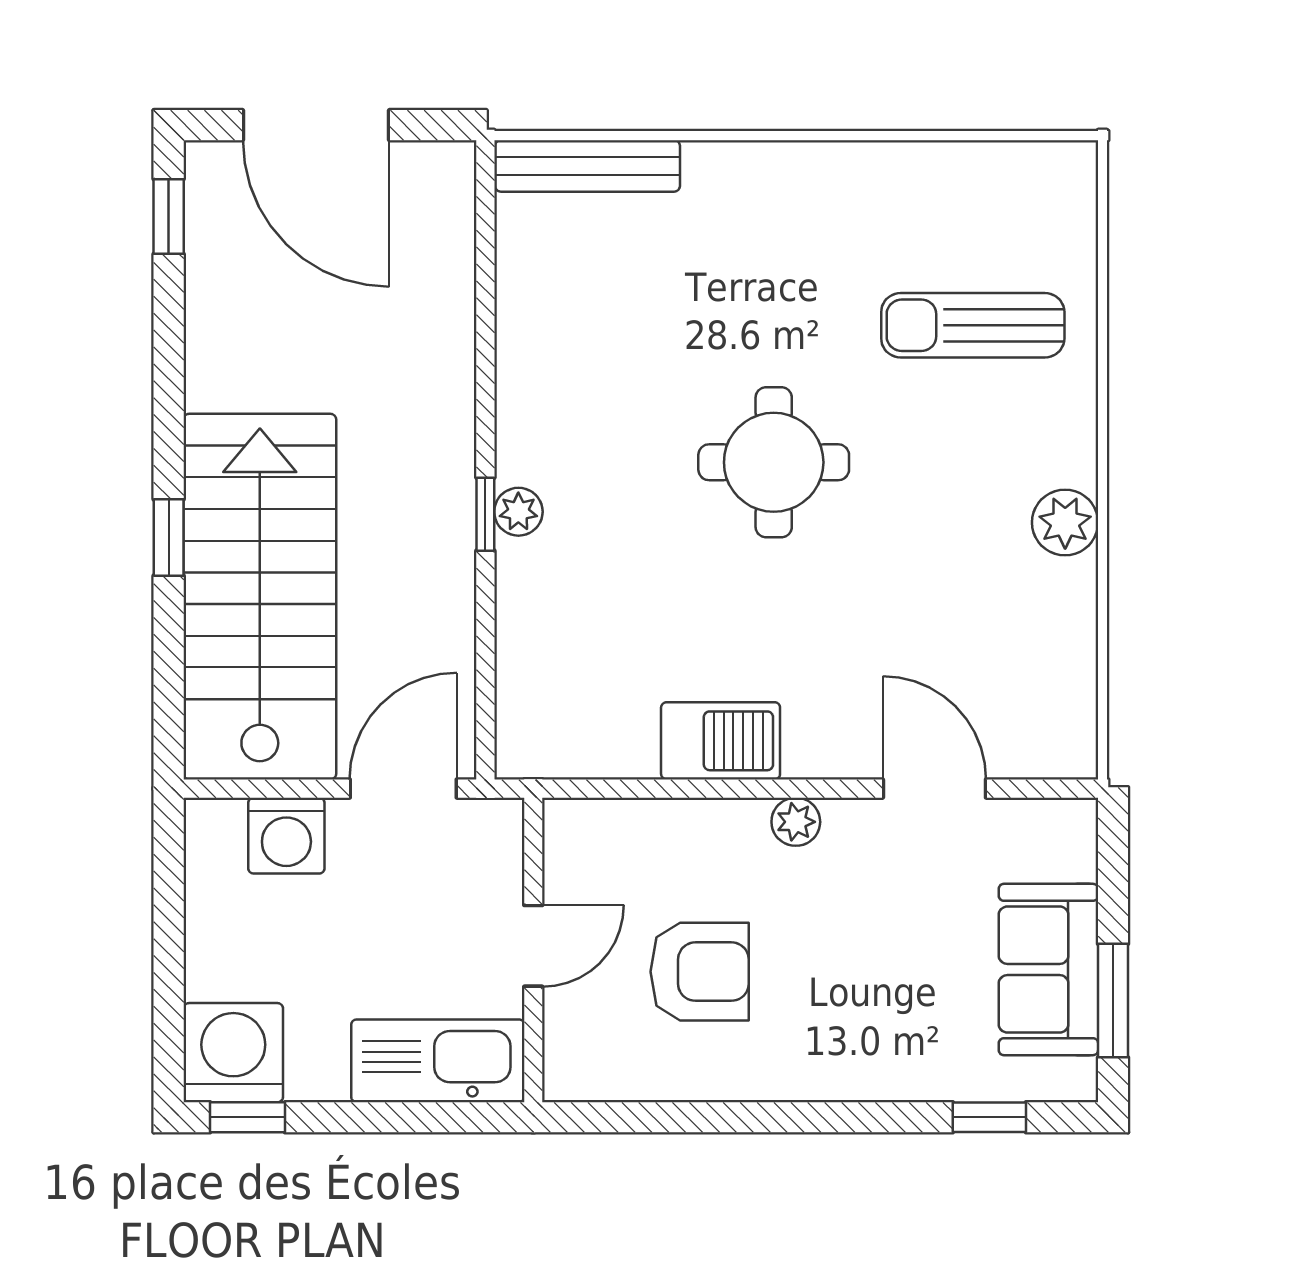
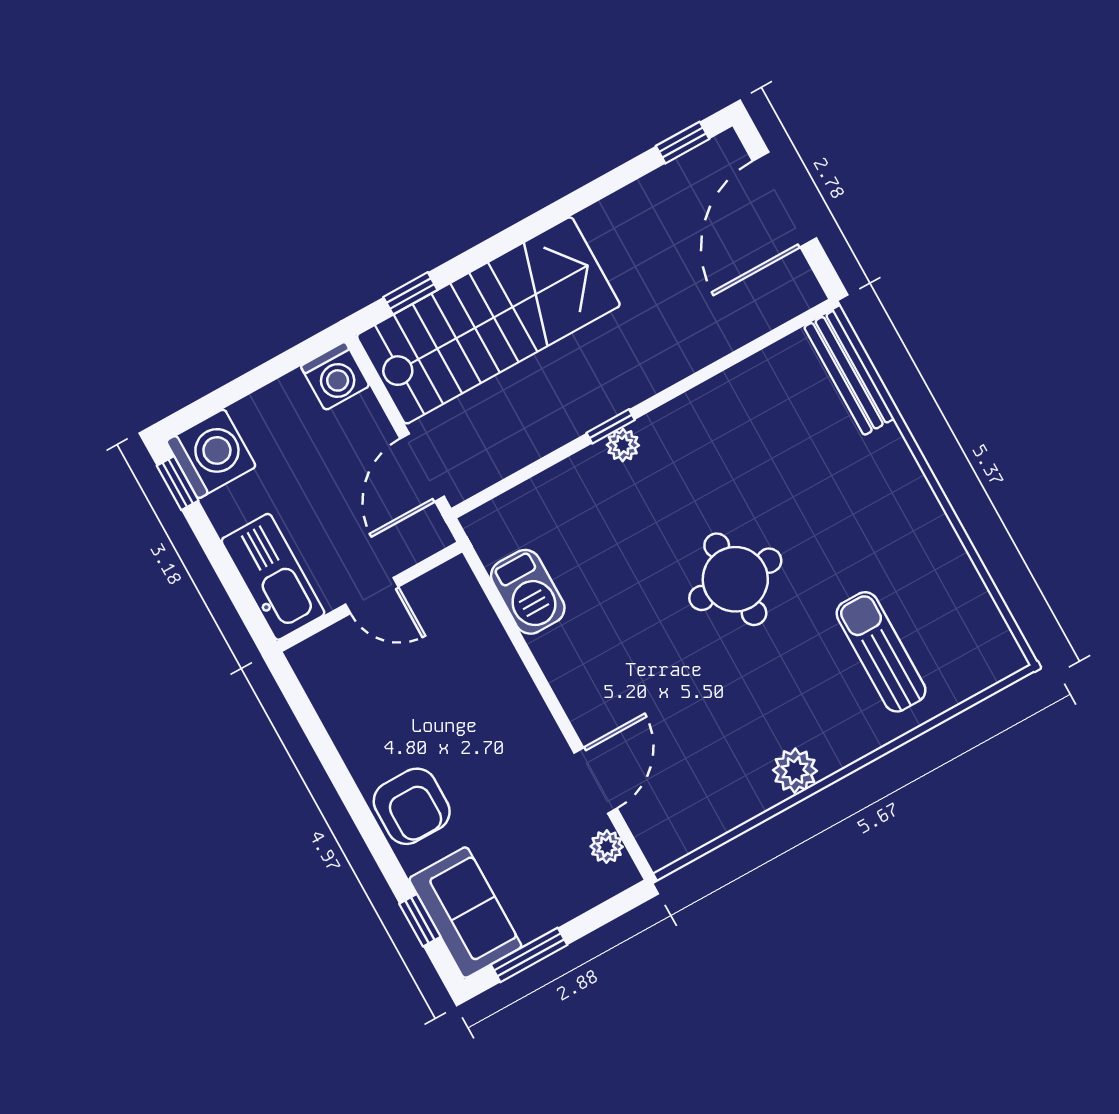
window: (169, 538) -> (410, 293), moved
barbecue: (721, 741) -> (528, 592), moved
door: (403, 789) -> (422, 468), swing flipped
plant: (796, 822) -> (607, 847), moved
washing machine: (286, 836) -> (335, 376), moved, turned -90
sofa: (1048, 970) -> (465, 913), moved, turned 90
armchair: (700, 972) -> (412, 806), moved

